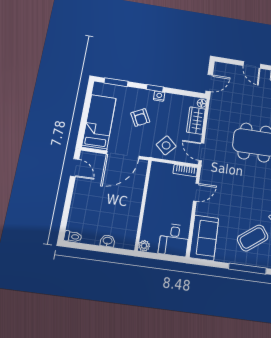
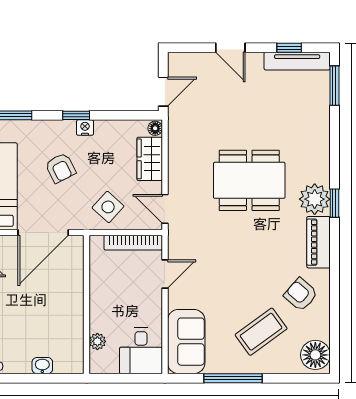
bookcase: (185, 171) -> (133, 243), width x1.56
plant: (144, 246) -> (97, 341), moved
window: (247, 269) -> (233, 378), moved

